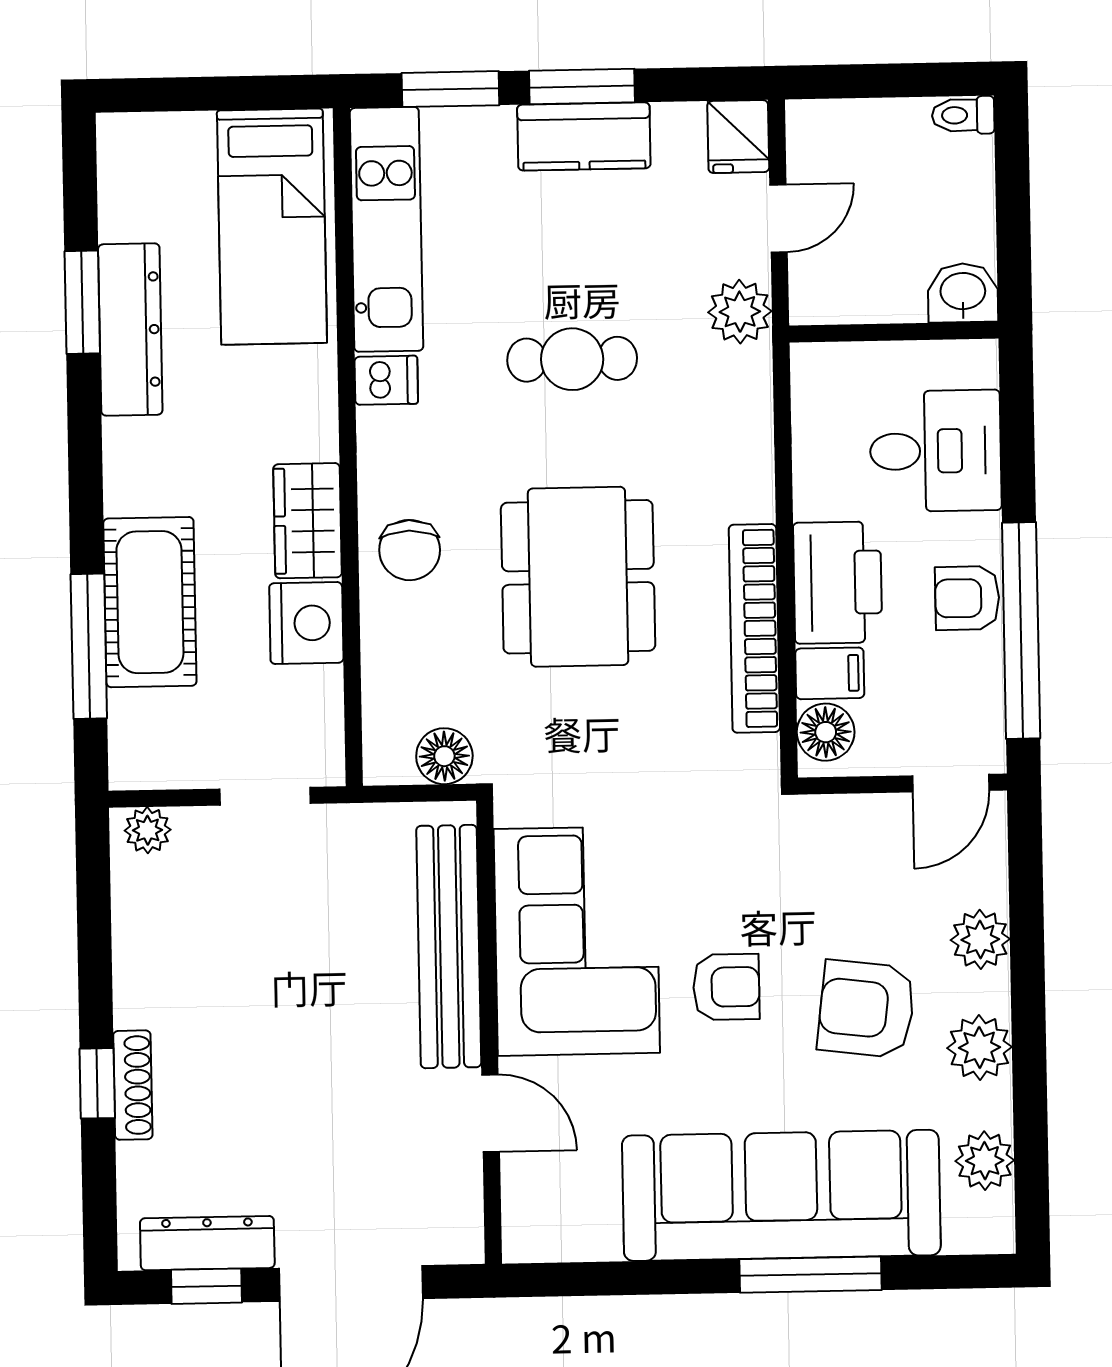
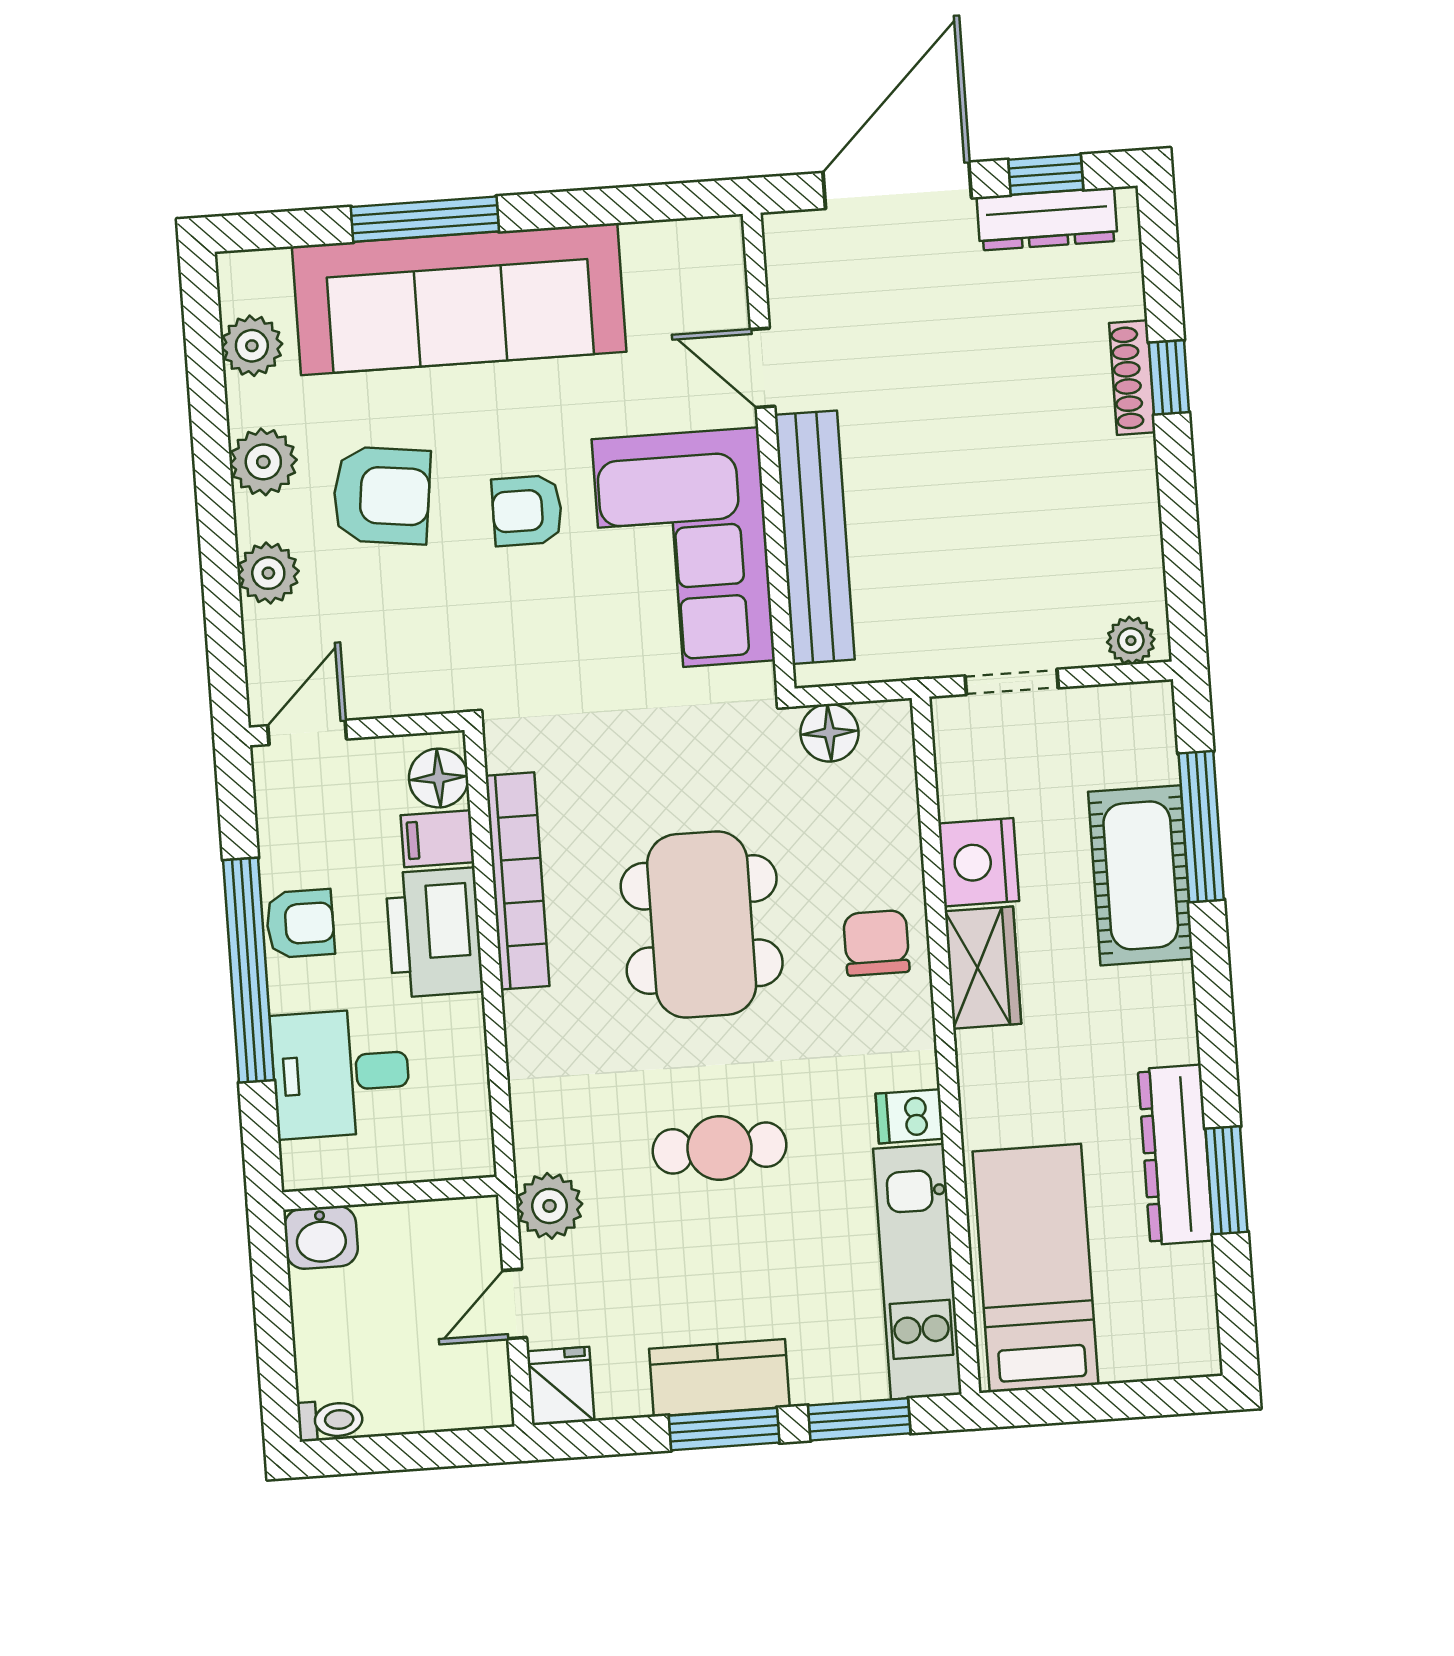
window: (1021, 631) -> (249, 970), moved

